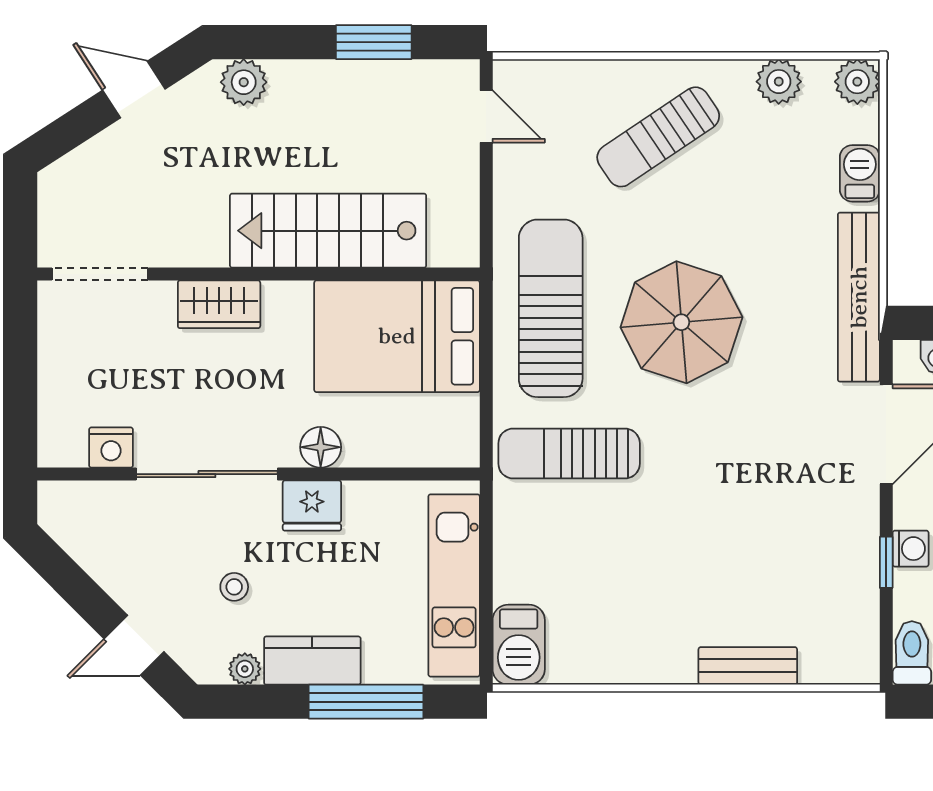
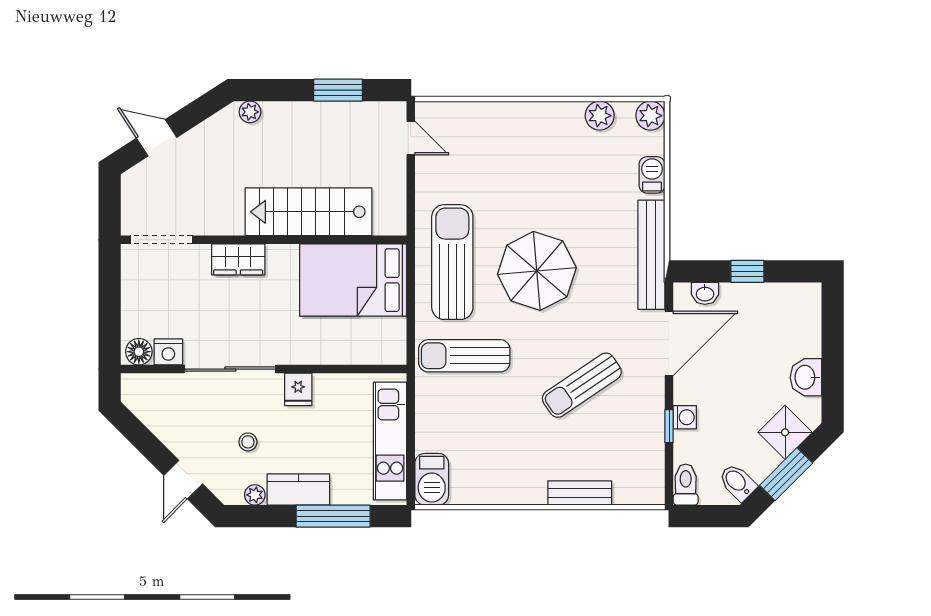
plant: (244, 82) -> (250, 112), width x0.73, depth x0.73
door: (134, 90) -> (157, 138), moved
sun lounger: (658, 137) -> (582, 385), moved
floor lamp: (321, 447) -> (139, 352), moved
fridge: (312, 506) -> (298, 389), width x0.72
door: (134, 645) -> (183, 480), hinge flipped

